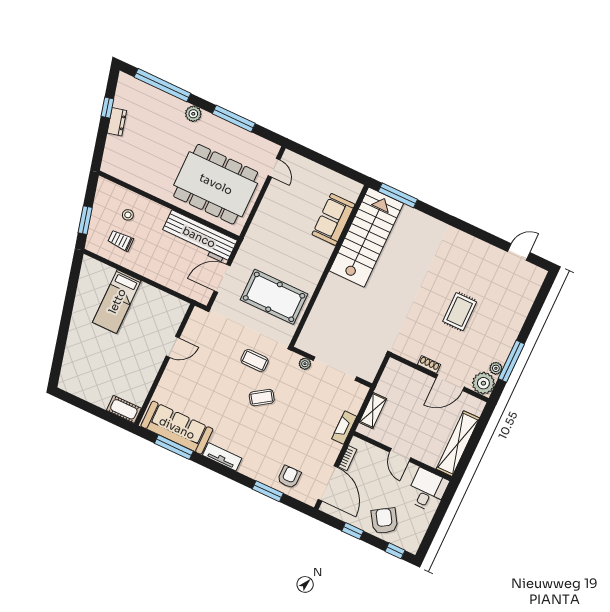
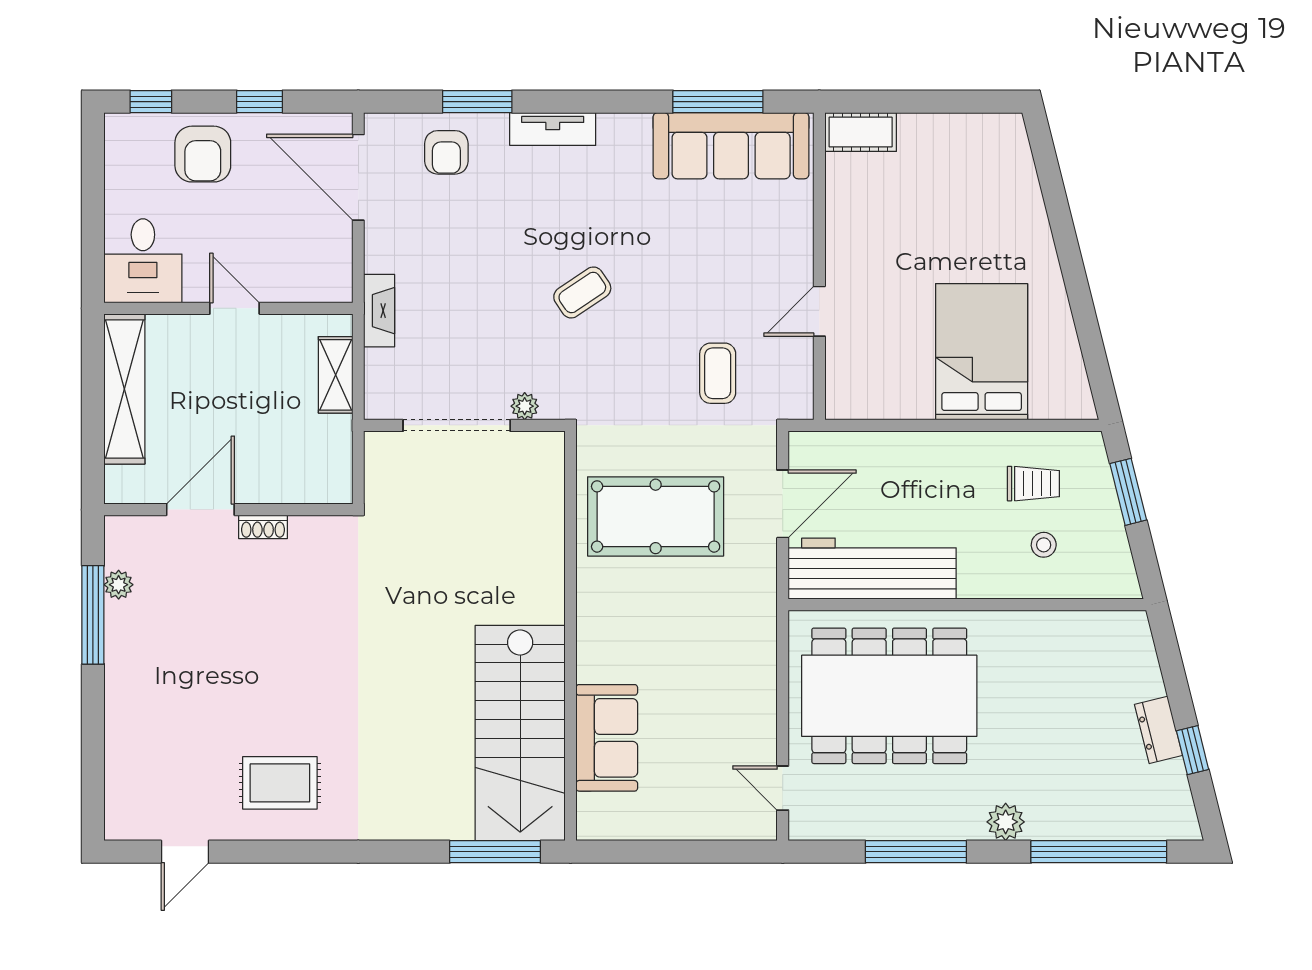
bed: (117, 301) -> (982, 352), width x1.50
rug: (460, 312) -> (280, 783), moved, turned 90
coffee table: (255, 360) -> (718, 373), moved, turned 90
plant: (483, 383) -> (130, 541), removed
tv unit: (222, 457) -> (553, 129), moved
bookcase: (348, 458) -> (342, 250), removed
armchair: (384, 521) -> (203, 154), turned 32

